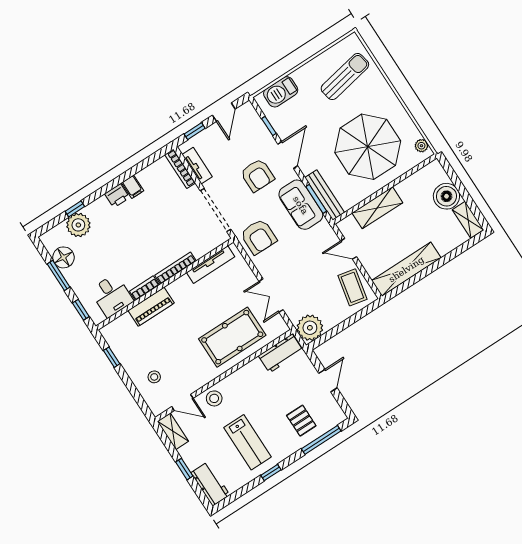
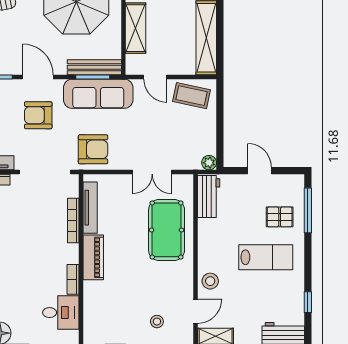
armchair: (257, 175) -> (38, 115), turned 180
sofa: (301, 205) -> (98, 94), width x1.36
door: (349, 249) -> (155, 77), hinge flipped
bookcase: (175, 268) -> (73, 220), moved
piano: (151, 307) -> (93, 257), moved
plant: (310, 328) -> (209, 163), width x0.53, depth x0.53
lab bench: (248, 442) -> (266, 257), moved
window: (271, 472) -> (308, 302), moved

